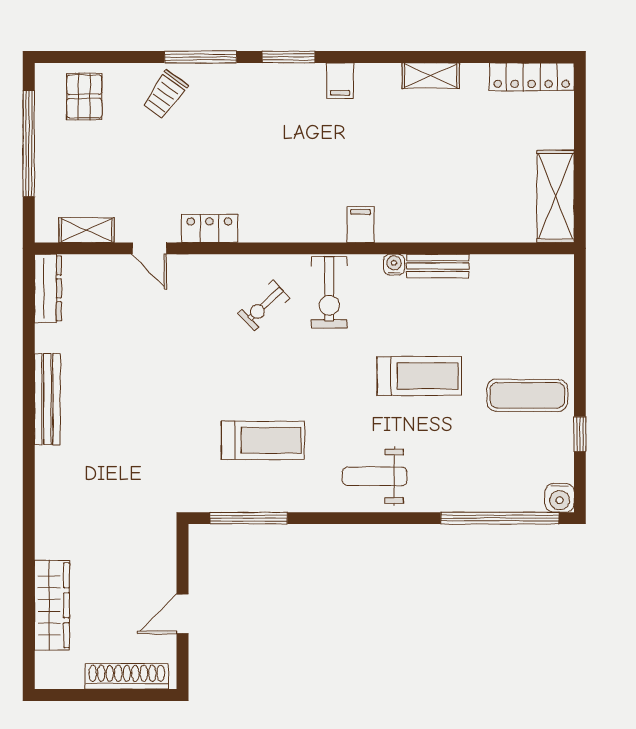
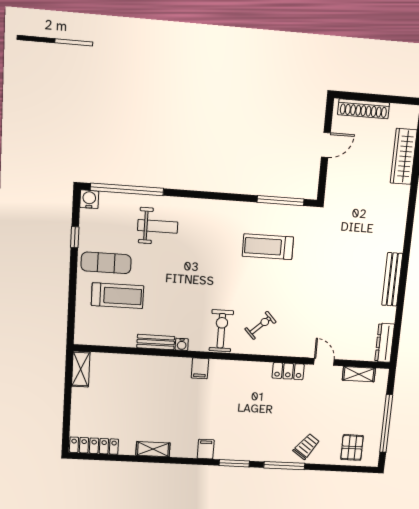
shelving: (556, 196) -> (81, 369), width x0.67, depth x0.75
treadmill: (419, 376) -> (118, 296), moved, turned 180
weight bench: (375, 476) -> (158, 226), moved

